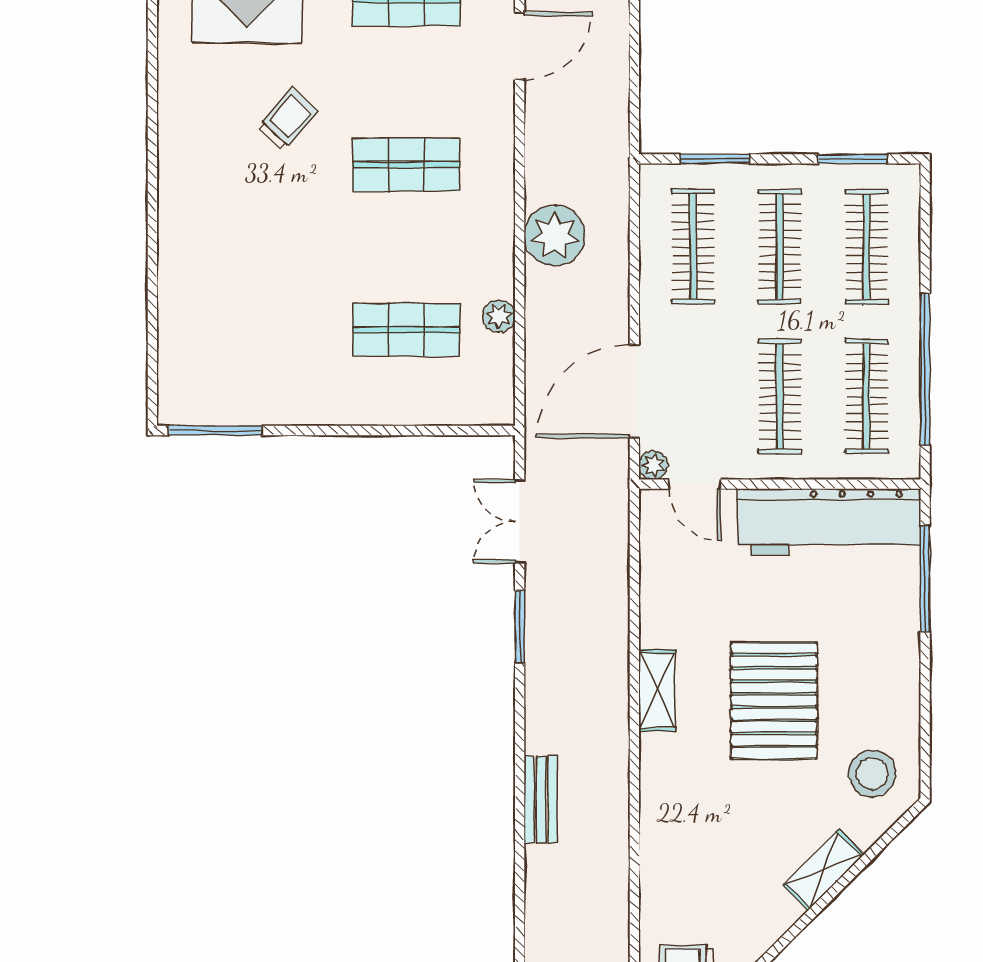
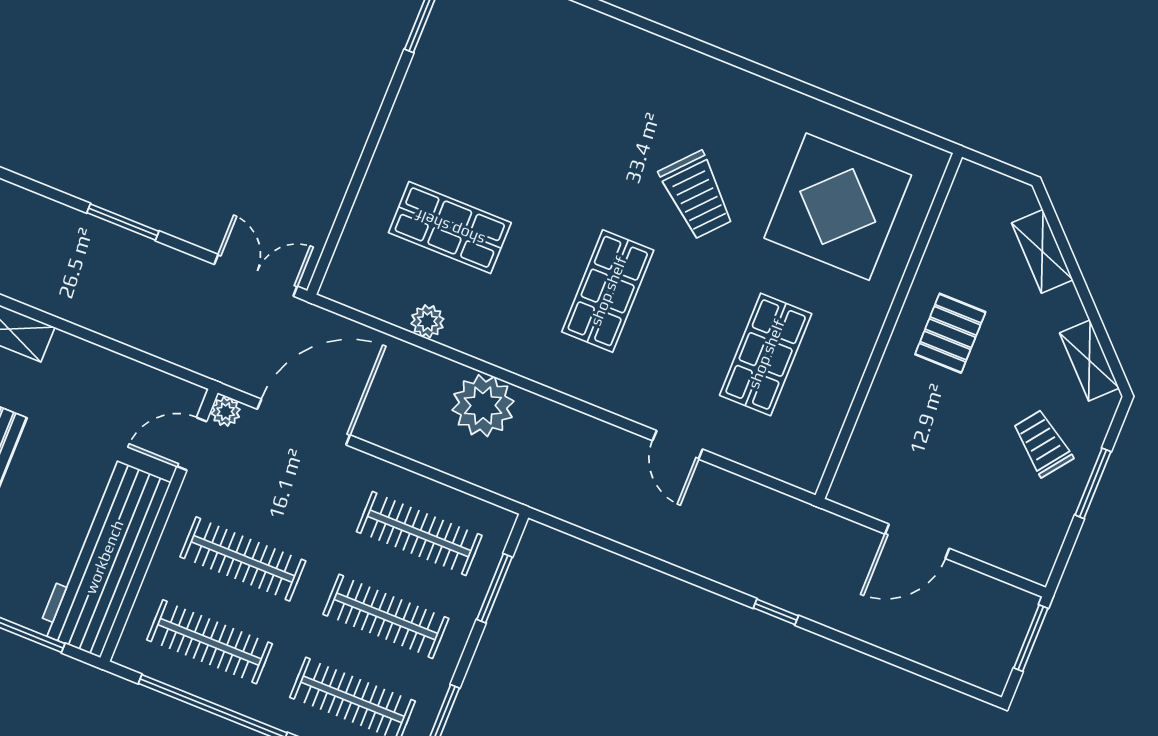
door: (520, 46) -> (678, 445), width x0.73
trolley: (288, 119) -> (697, 195), width x1.36, depth x1.39
shop shelf: (406, 330) -> (450, 228), turned 90
door: (634, 391) -> (304, 422), hinge flipped
double door: (520, 521) -> (256, 275), moved

